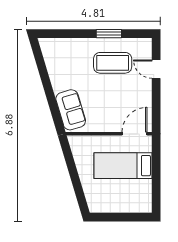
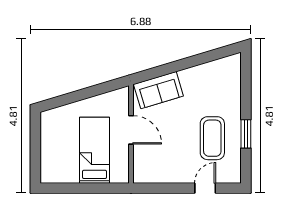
door: (135, 134) -> (131, 130), moved

